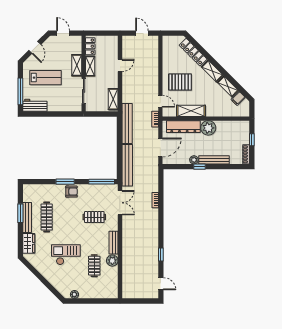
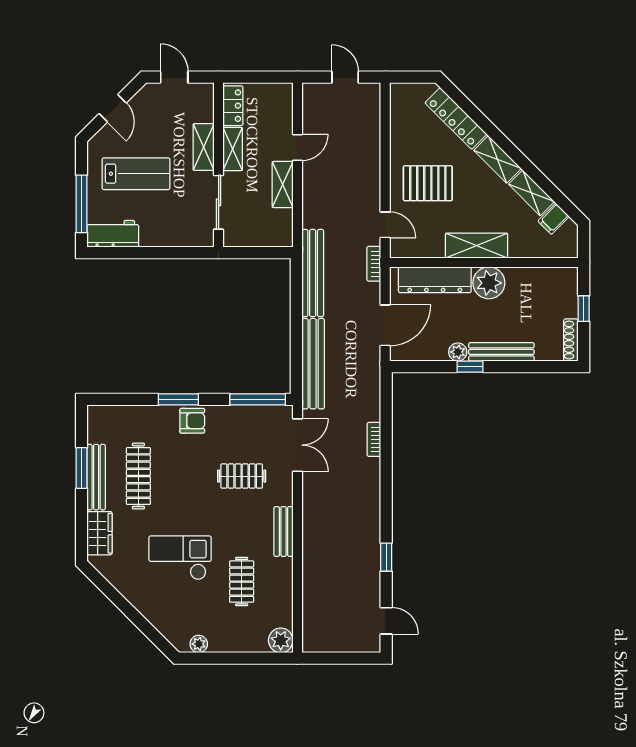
shelving: (113, 99) -> (283, 185), moved
shelving: (191, 111) -> (477, 246), moved
plant: (112, 261) -> (281, 640), moved

